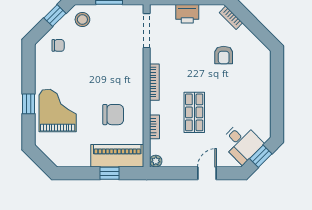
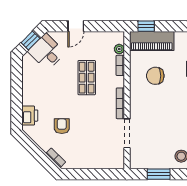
printer: (187, 14) -> (30, 116), moved, turned 90
doorway: (147, 31) -> (127, 133), moved
plant: (156, 161) -> (119, 49), moved
window: (110, 173) -> (146, 26), moved

